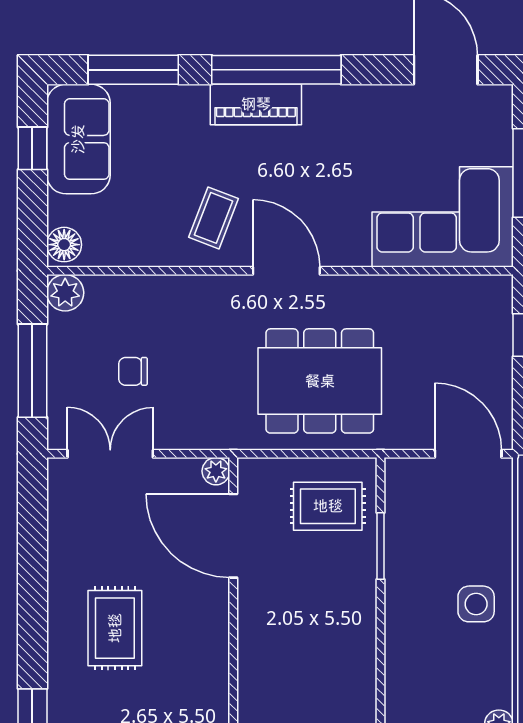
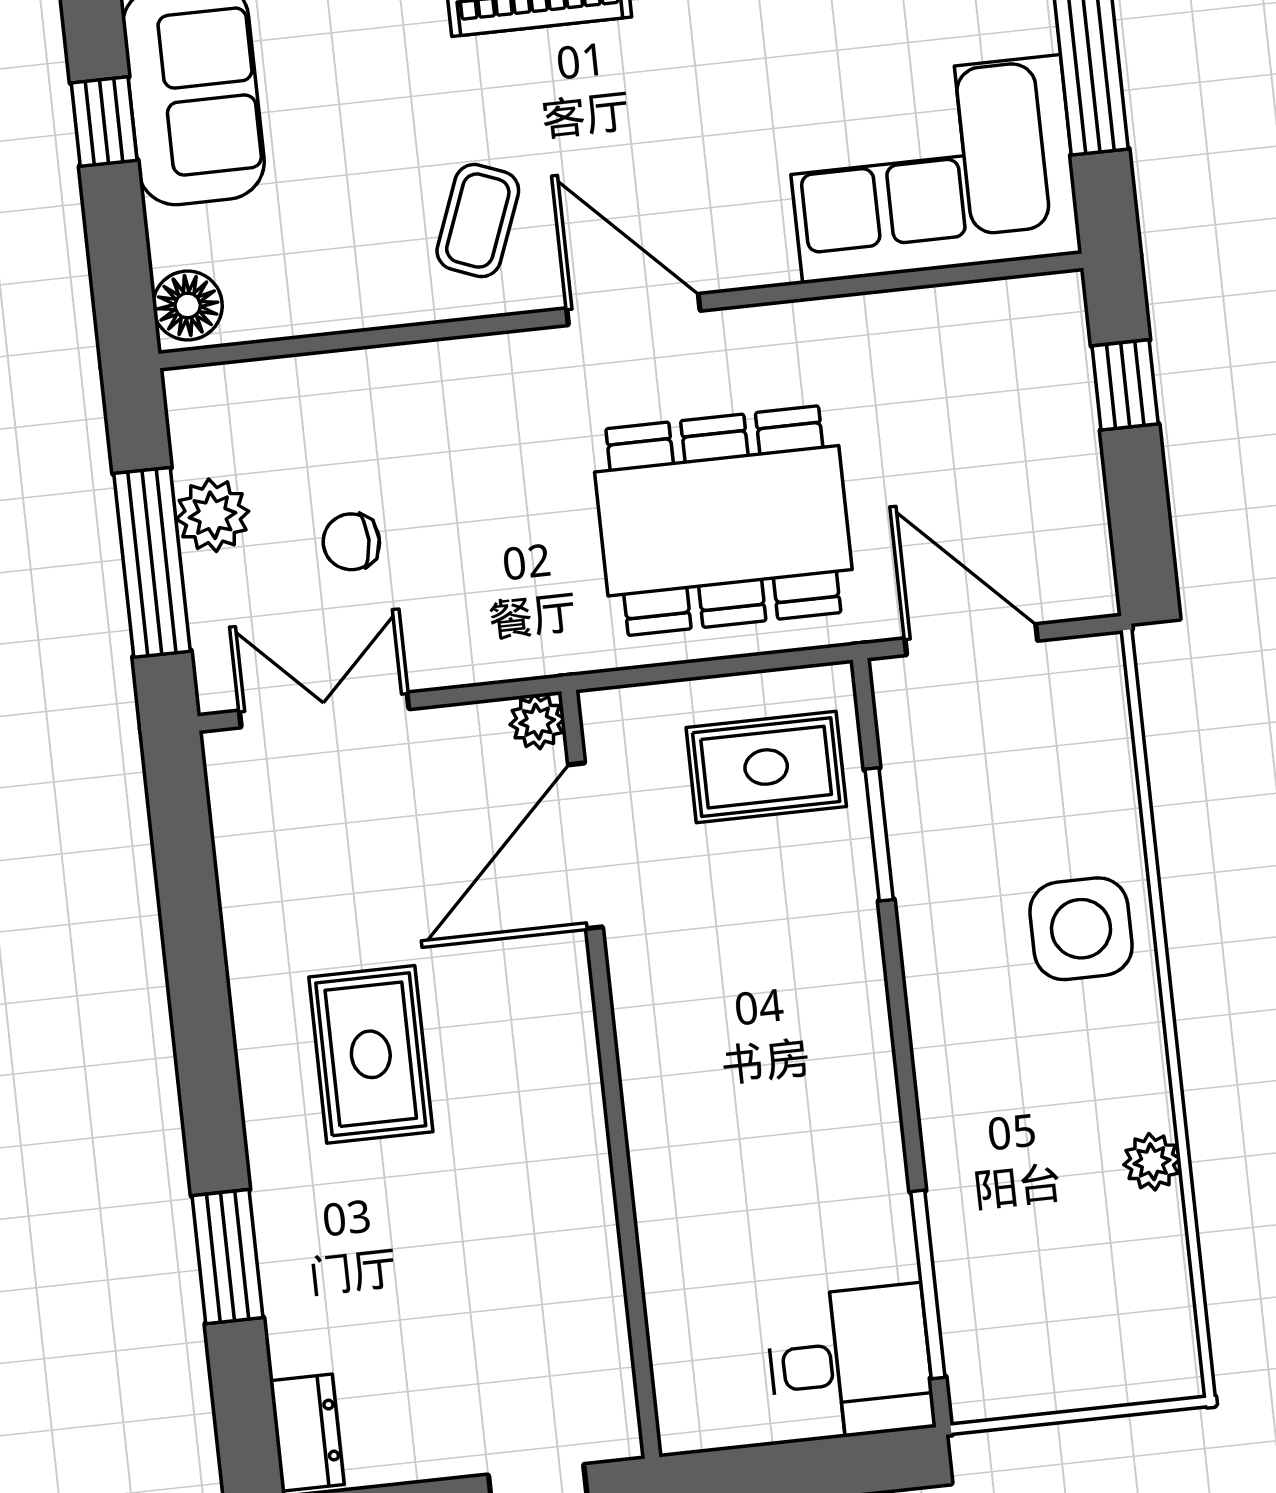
plant: (65, 293) -> (213, 515), moved
door: (468, 454) -> (971, 640), moved
door: (233, 536) -> (586, 846), hinge flipped
side table: (476, 604) -> (1081, 929), width x1.37, depth x1.37

